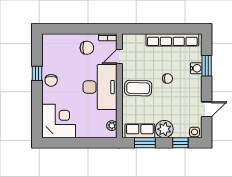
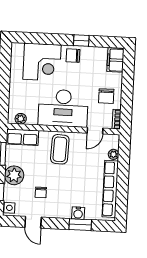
plant: (140, 38) -> (114, 154), added
filing cabinet: (53, 41) -> (115, 60), added
door: (119, 56) -> (95, 131), swing flipped
chair: (168, 78) -> (41, 192), moved
corner desk: (59, 121) -> (42, 62), moved
row of seats: (140, 131) -> (22, 137), moved, turned 90

